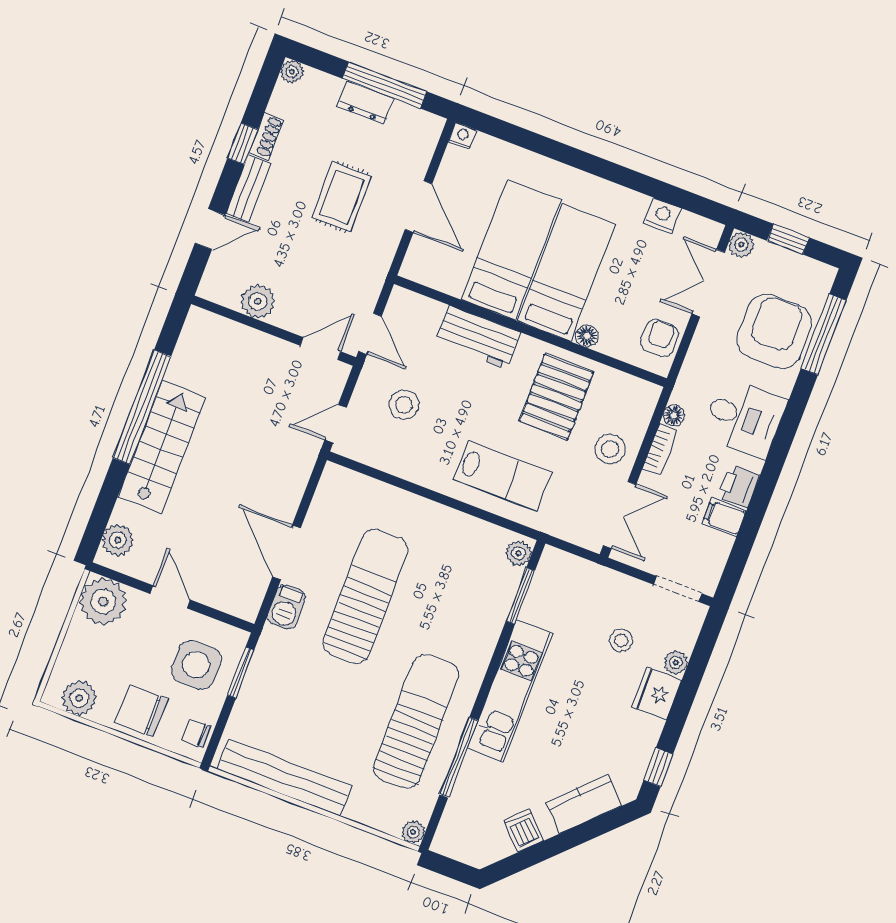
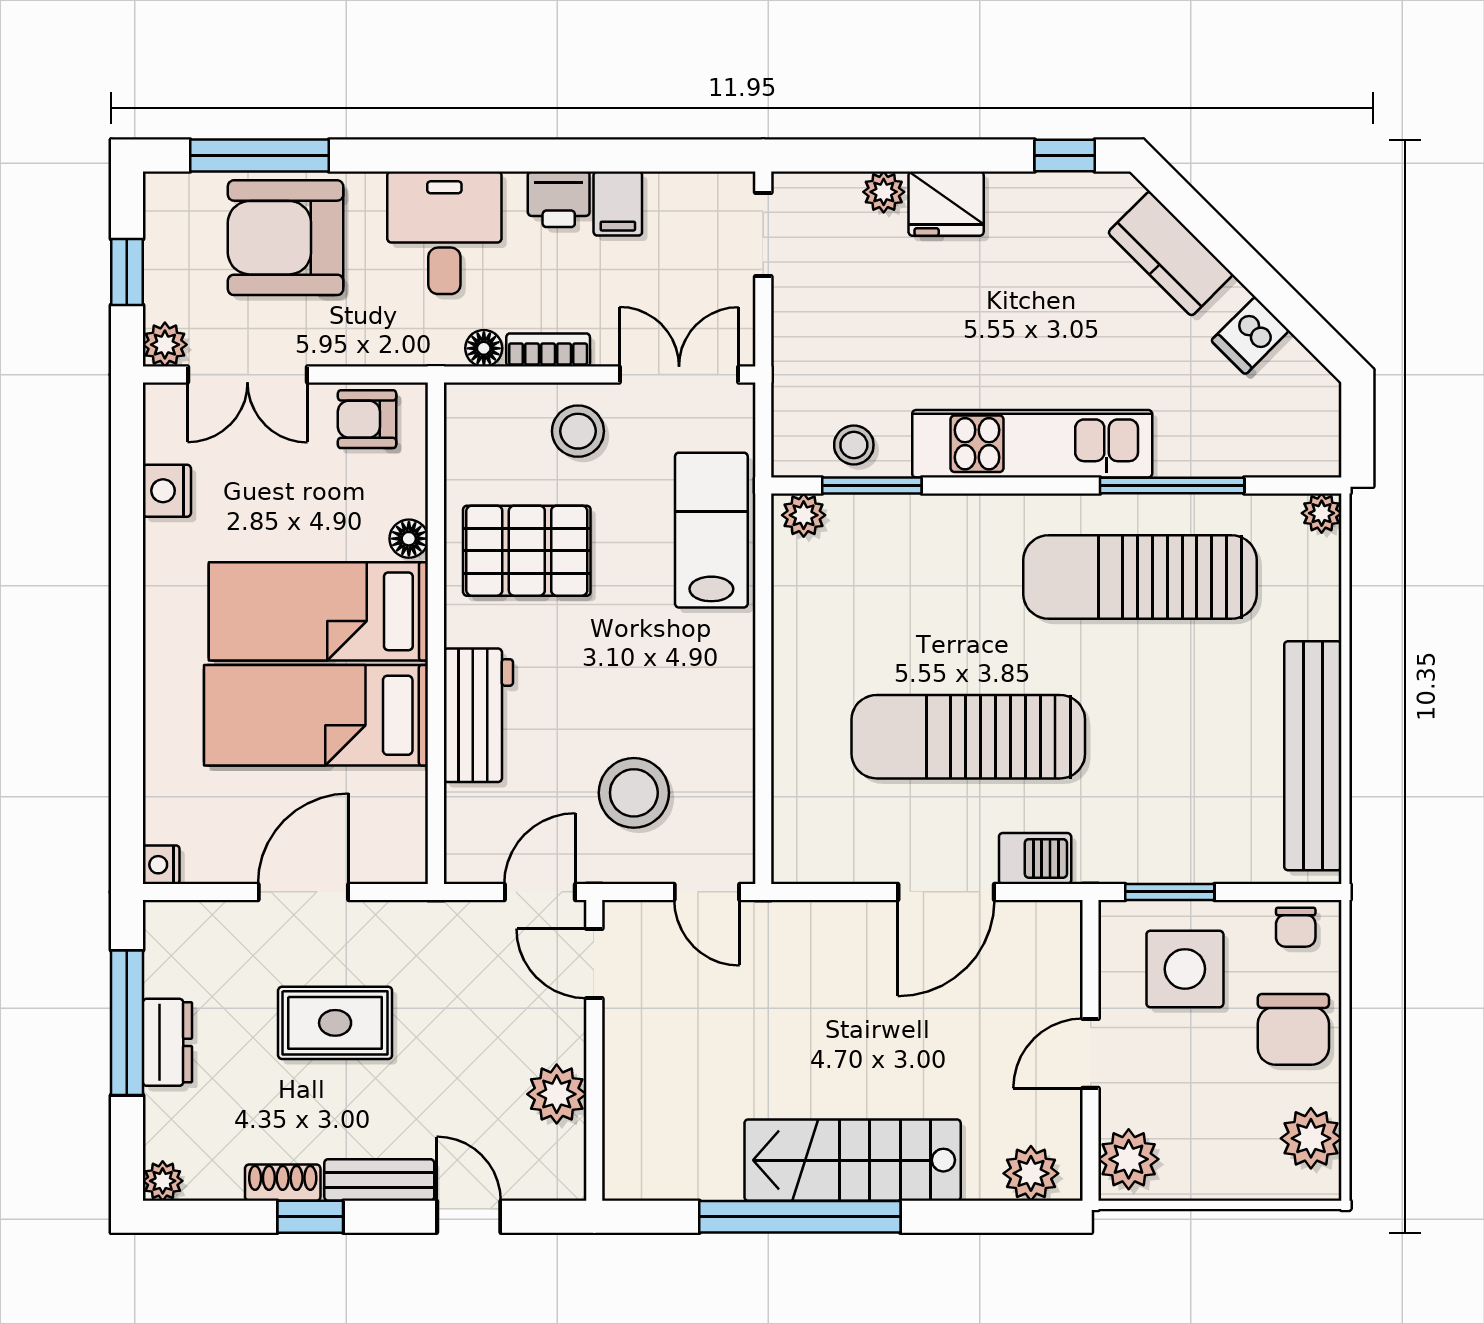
stool: (404, 405) -> (634, 793), width x1.38, depth x1.38
lab bench: (503, 476) -> (711, 530), moved
plant: (103, 601) -> (1129, 1159), width x0.73, depth x0.73
stool: (621, 640) -> (854, 445), moved

